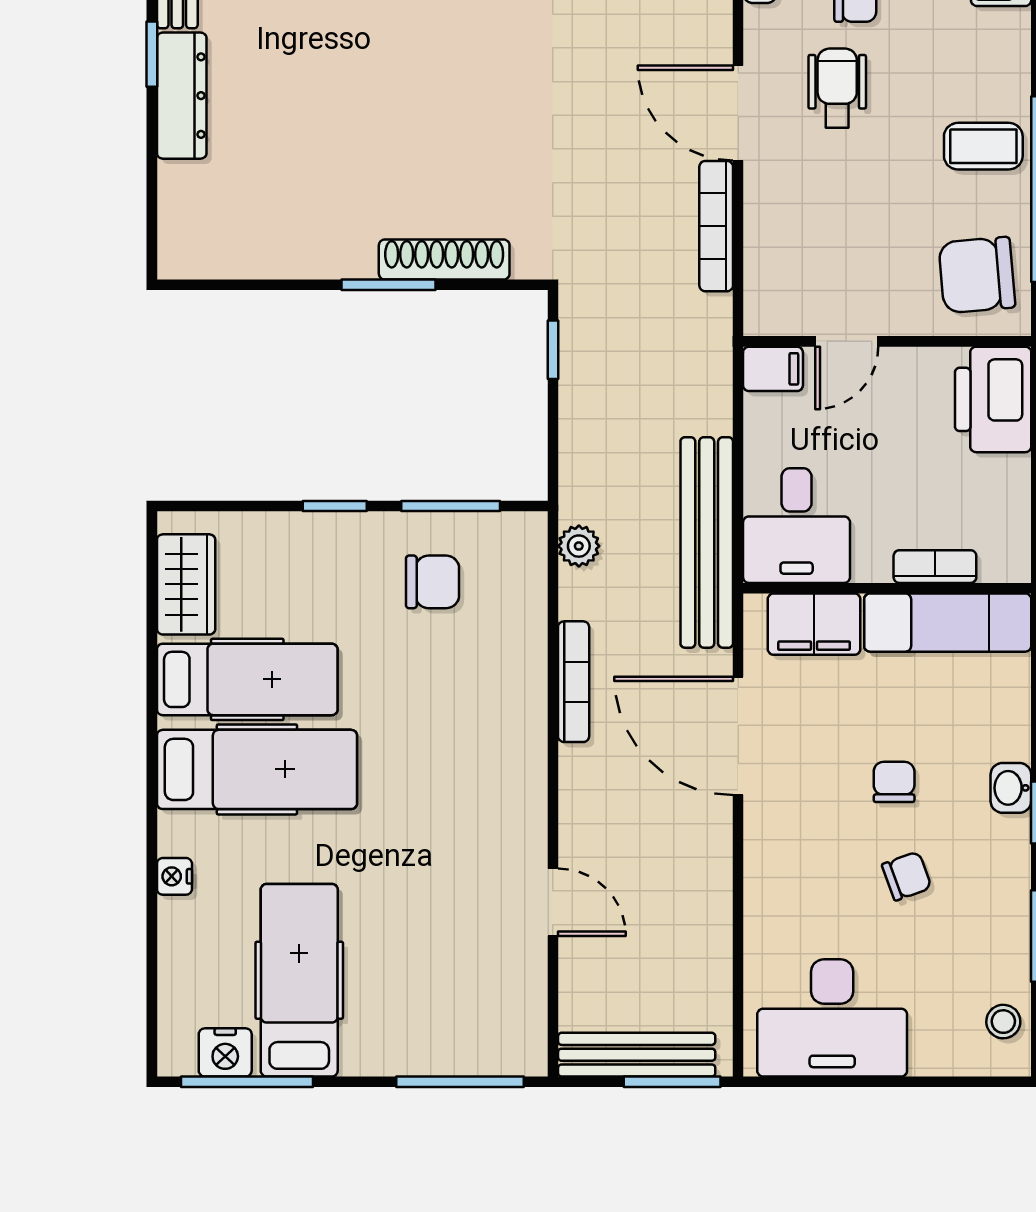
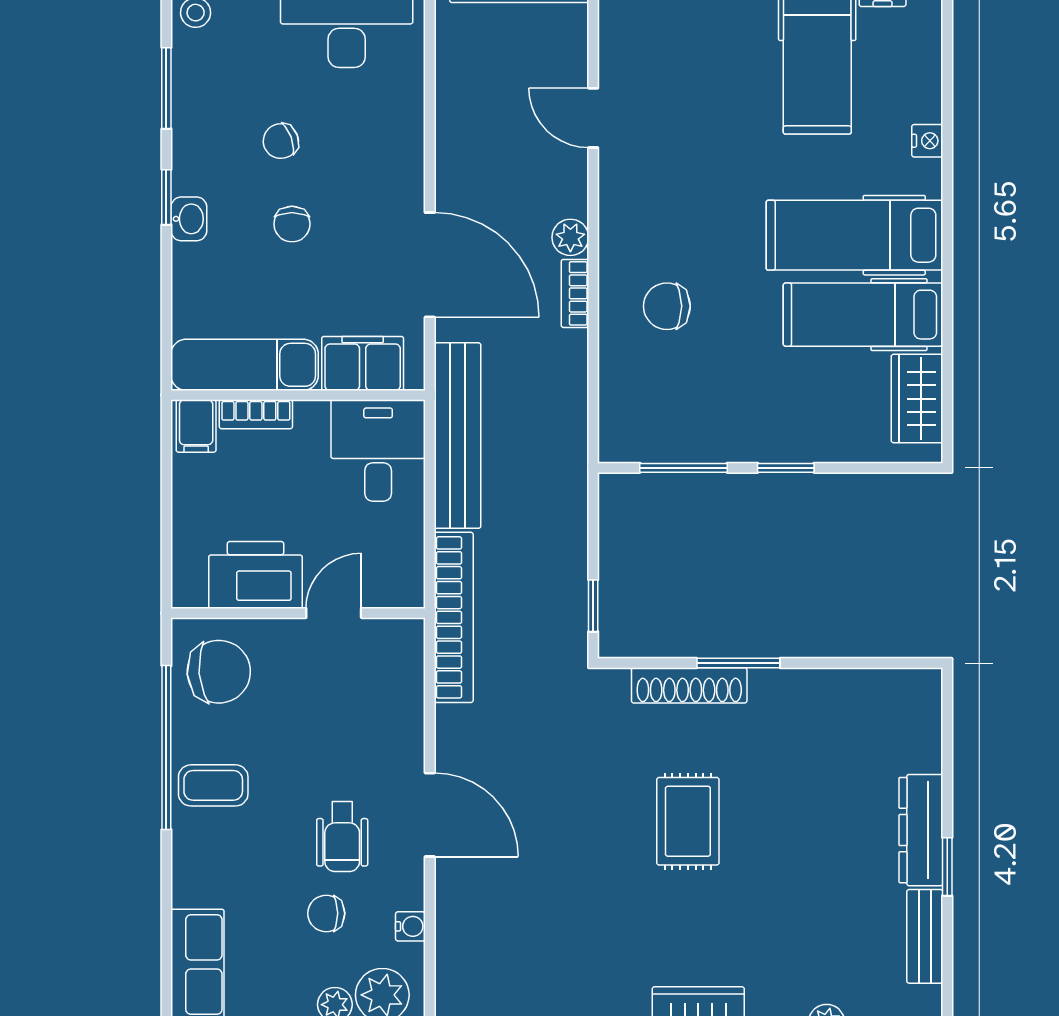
rug: (446, 106) -> (688, 821), added
bookcase: (716, 226) -> (454, 617), moved, width x1.48, depth x1.31
filing cabinet: (773, 369) -> (196, 426), moved, turned -90
printer: (993, 399) -> (256, 575), moved, turned -90
plant: (579, 546) -> (570, 237), moved
chair: (433, 582) -> (667, 306), moved
bookcase: (574, 682) -> (575, 293), width x0.64

